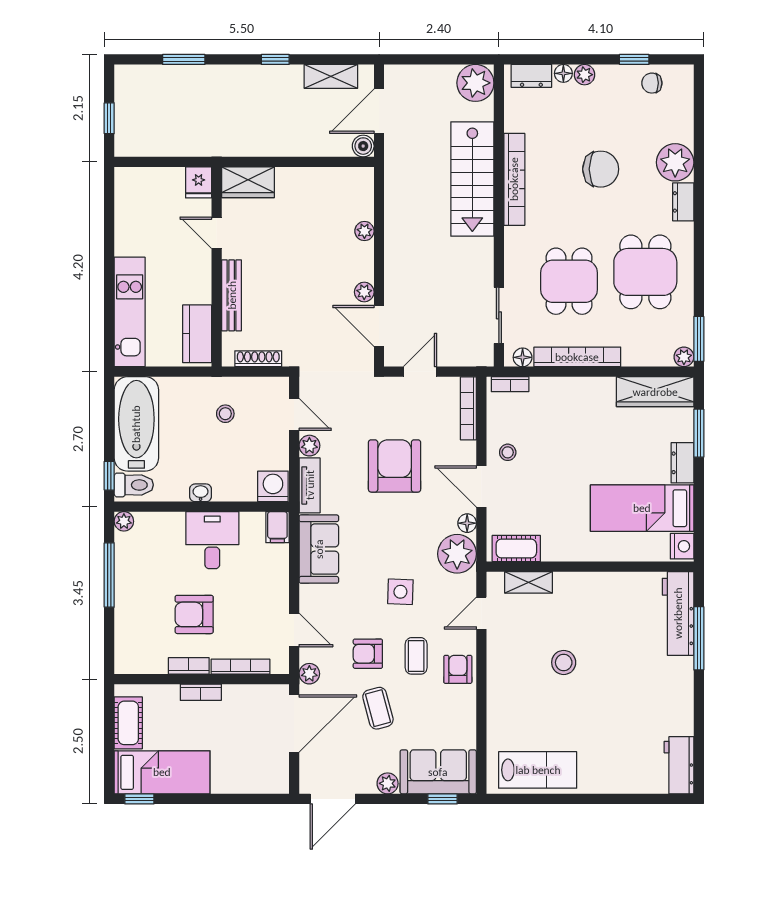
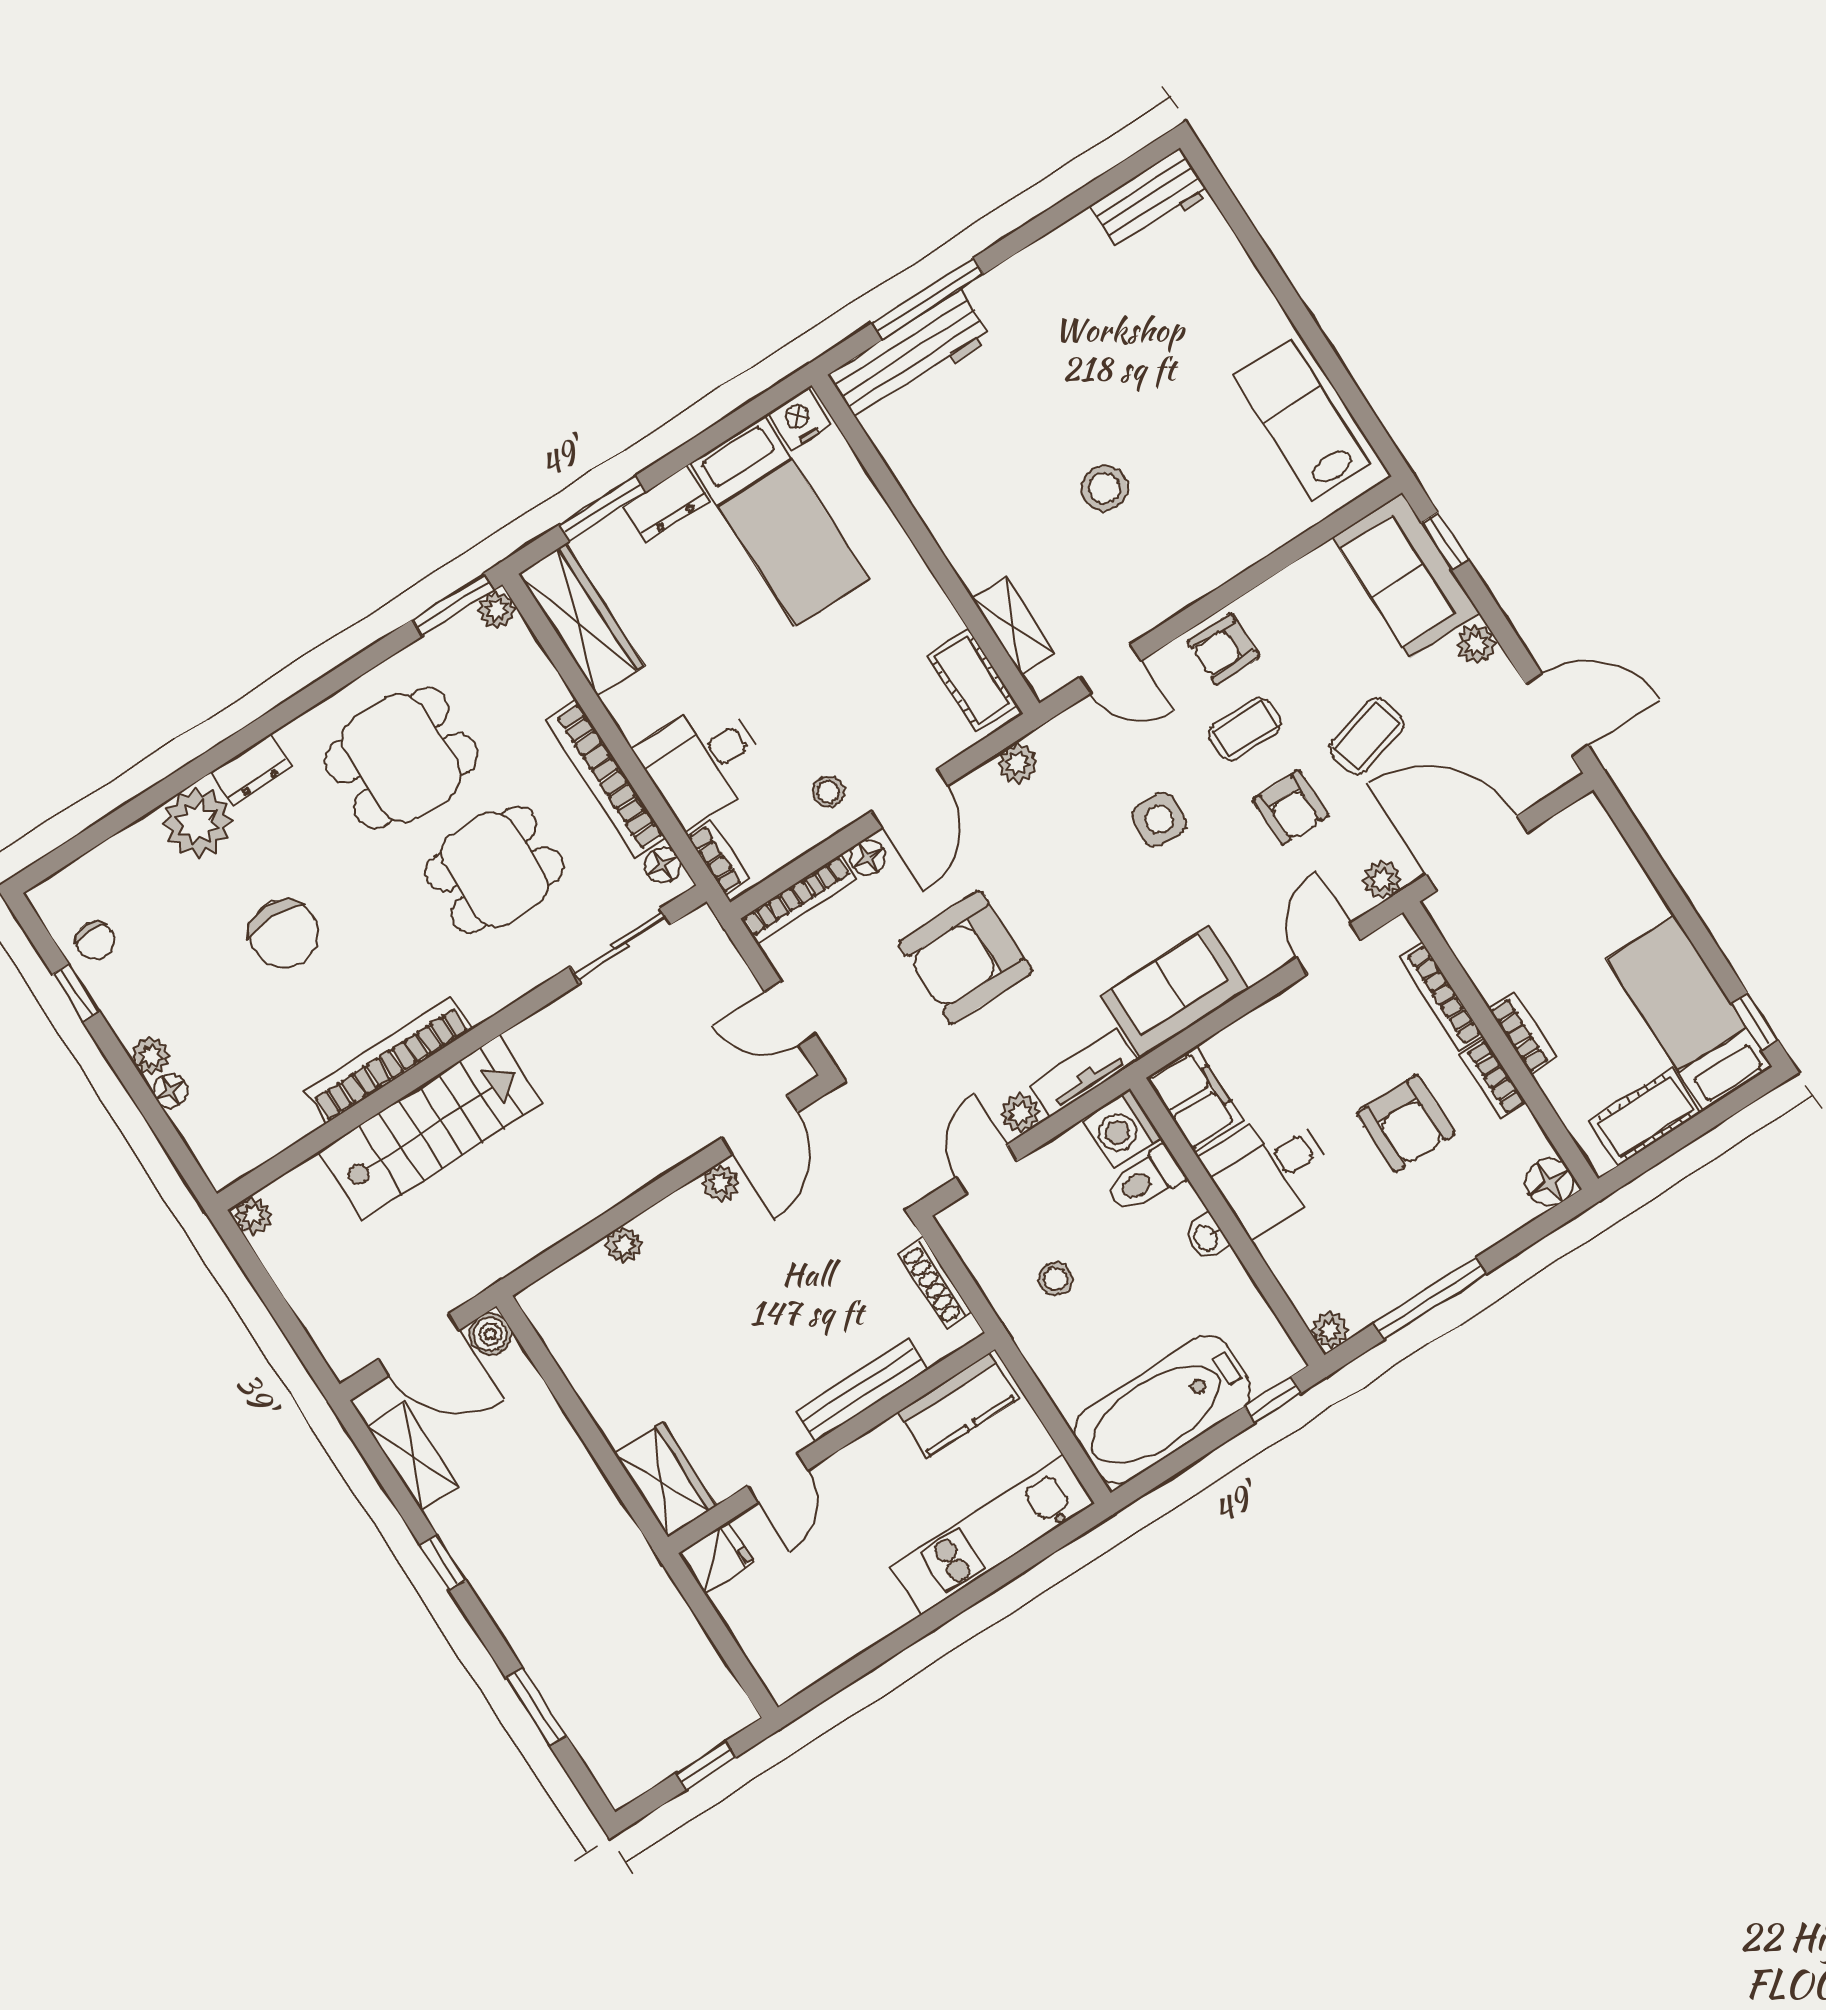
dresser: (531, 76) -> (207, 1139), removed
plant: (475, 83) -> (253, 1216), width x0.53, depth x0.53
chair: (601, 169) -> (284, 934), turned 180
desk: (557, 405) -> (703, 762), added
toilet: (134, 485) -> (1145, 1180), moved, turned -90
floor lamp: (467, 523) -> (868, 857), moved
filing cabinet: (277, 527) -> (1194, 1099), width x2.00
plant: (457, 554) -> (1017, 763), width x0.53, depth x0.53
floor lamp: (127, 661) -> (1549, 1182), added

